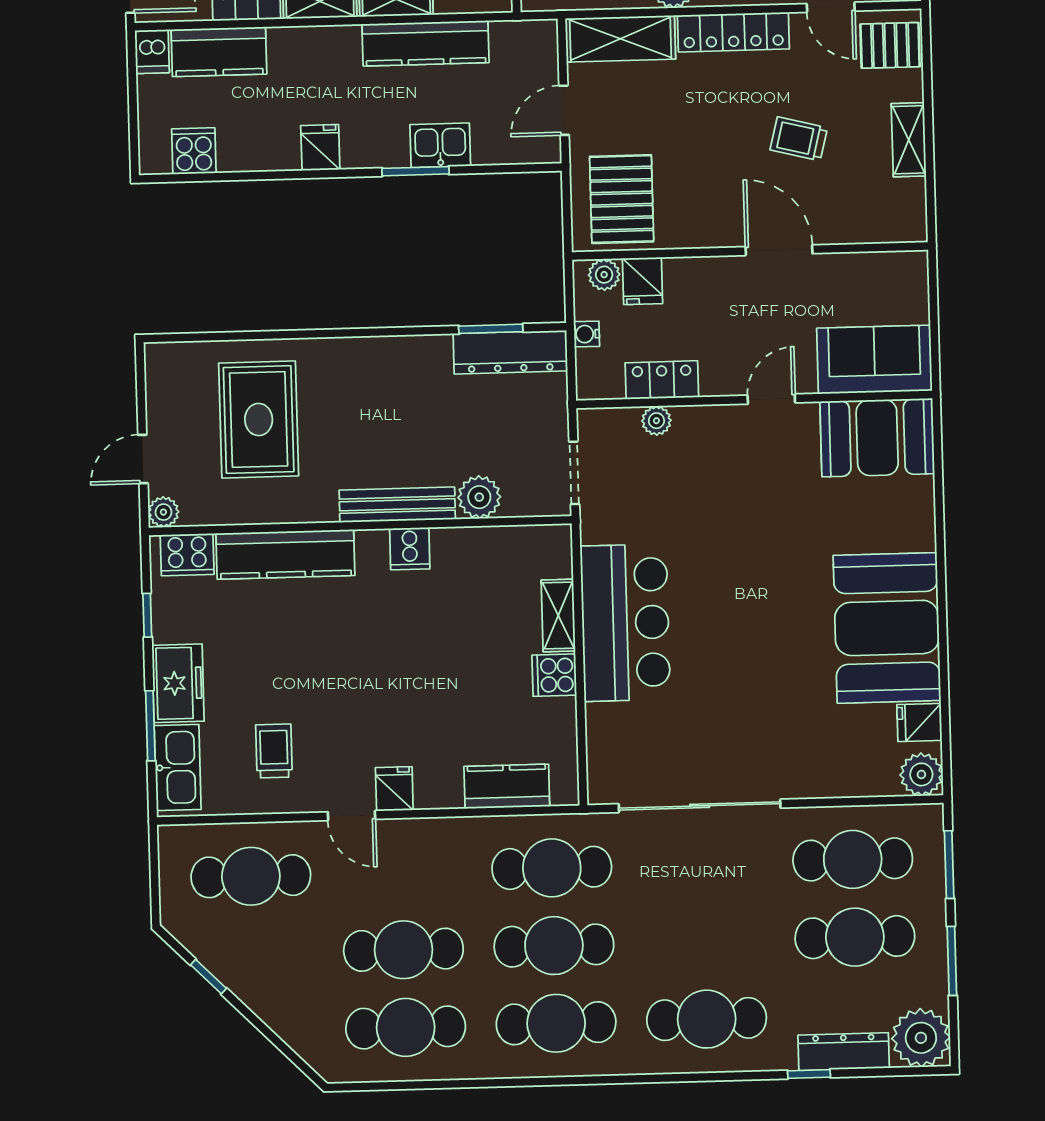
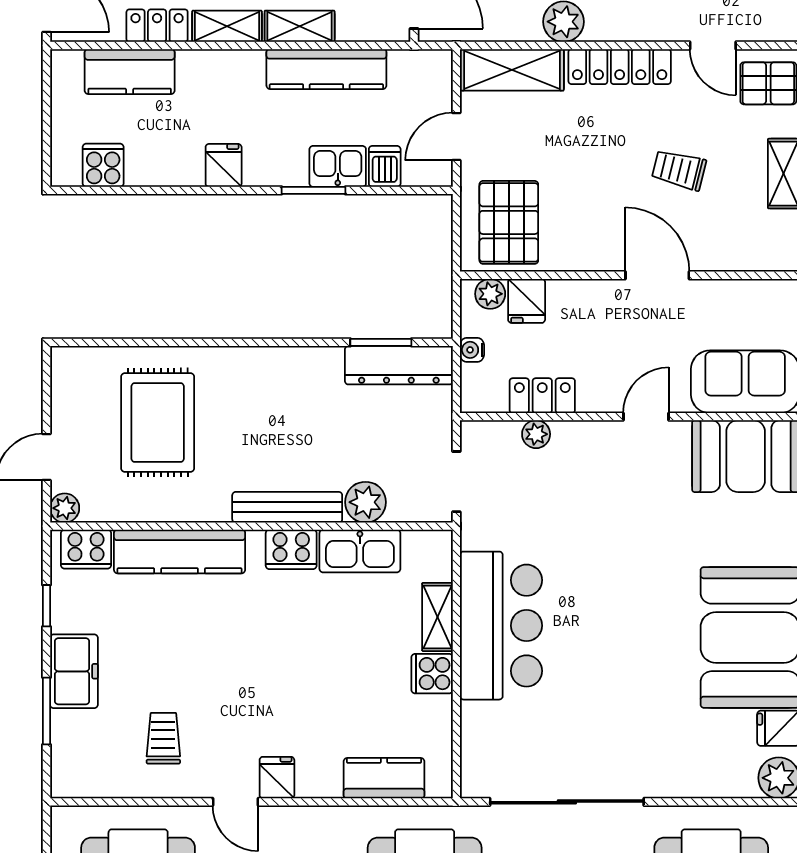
dishwasher: (152, 52) -> (385, 166), moved, turned 180
cooker: (410, 549) -> (291, 549), width x1.36
kitchen sink: (178, 767) -> (360, 551), moved, turned 90

